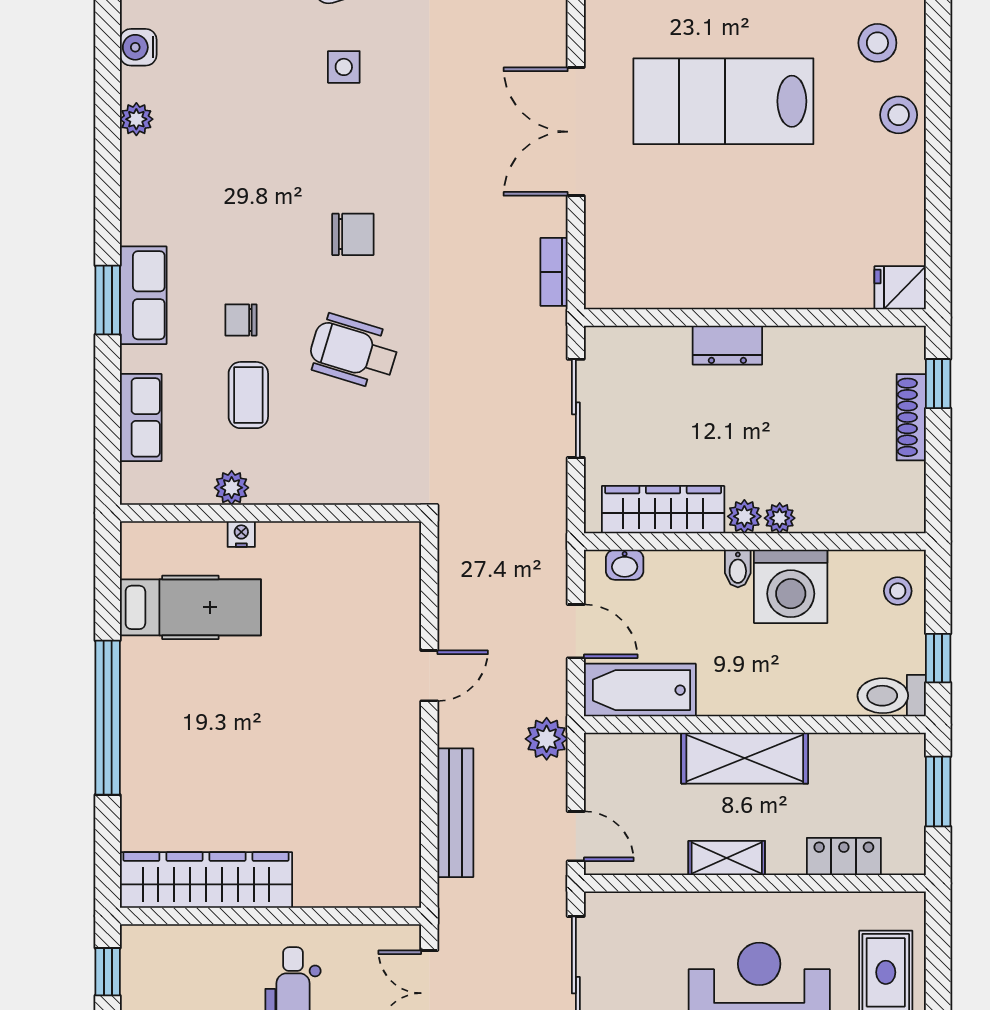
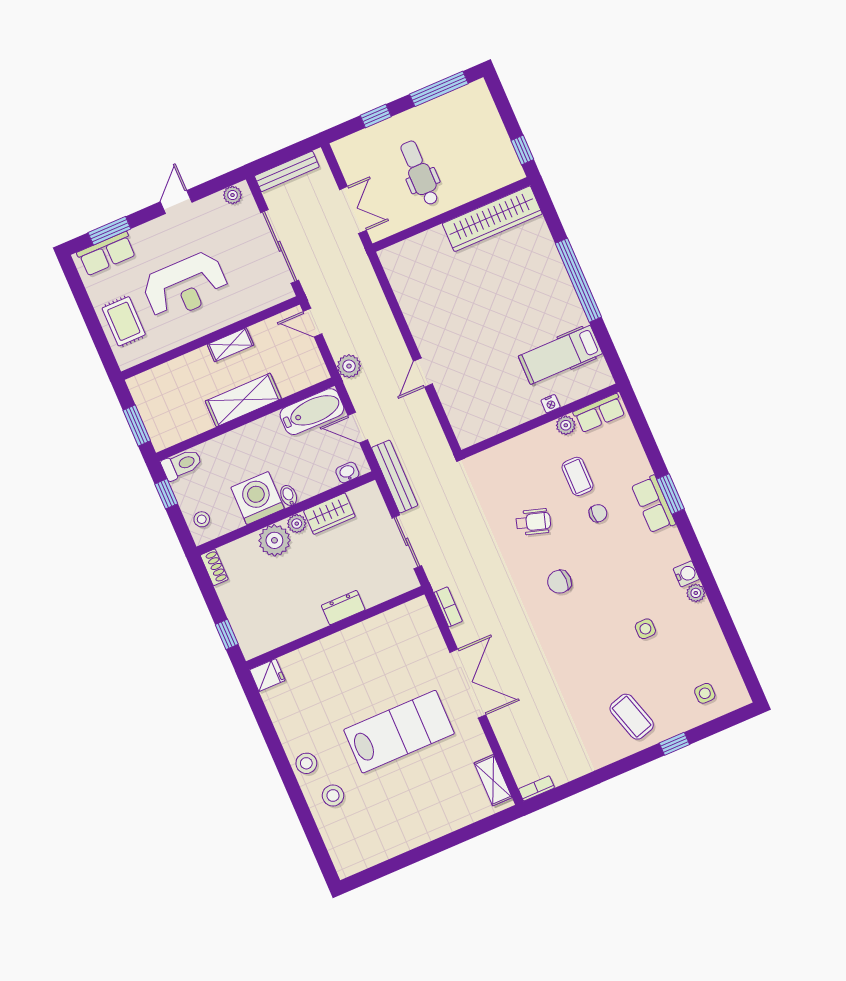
water cooler: (138, 47) -> (686, 574), moved
side table: (344, 67) -> (645, 629), moved
wheelchair: (353, 351) -> (533, 522), width x0.73, depth x0.73
row of seats: (141, 417) -> (599, 413), moved, turned -90
shoe rack: (911, 417) -> (214, 567), moved, width x0.70
wardrobe: (663, 510) -> (329, 514), width x0.67
plant: (780, 518) -> (274, 540), width x1.88, depth x1.88
bench: (455, 813) -> (395, 477), moved
locker: (844, 856) -> (171, 371), removed

